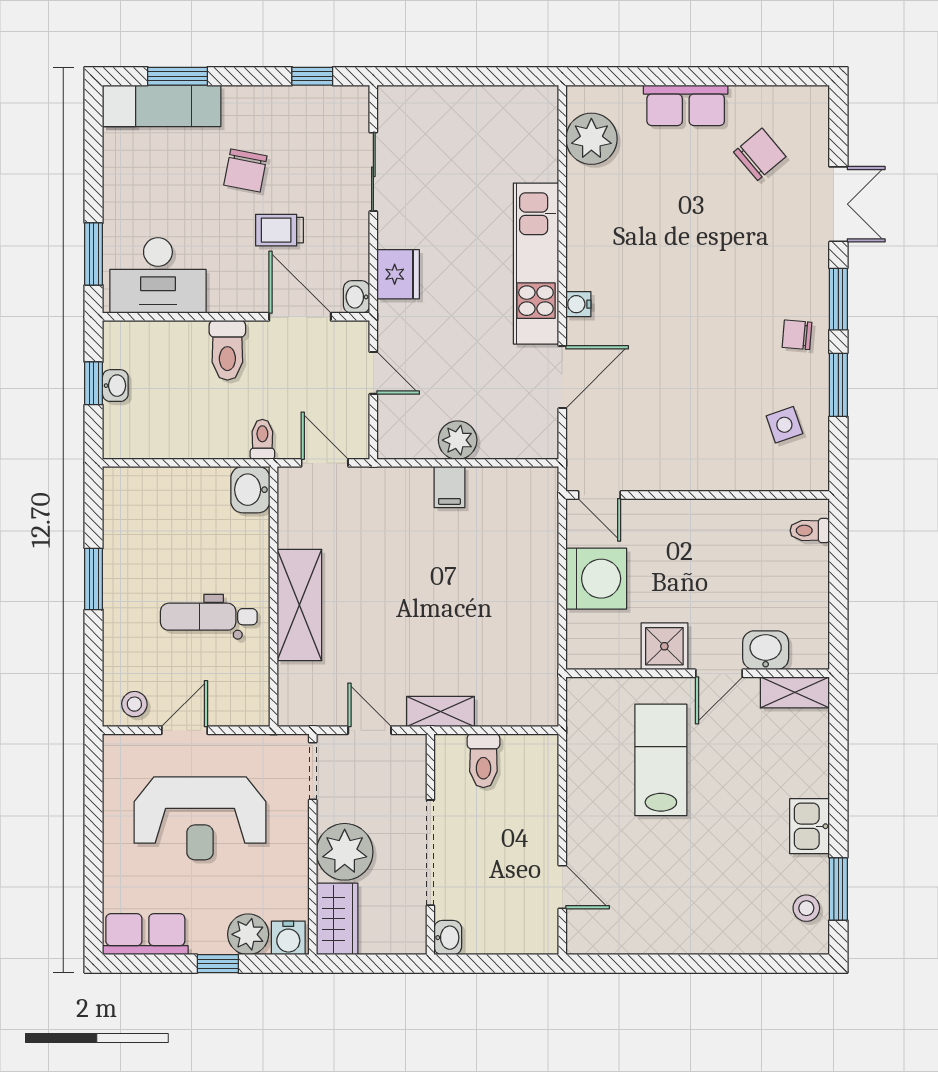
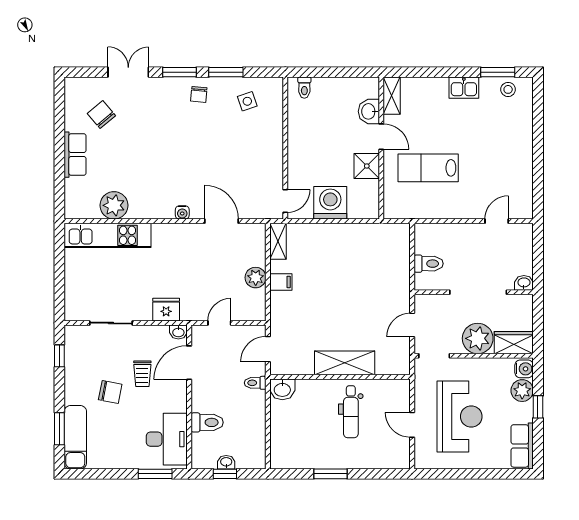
plant: (591, 139) -> (114, 205), moved
kitchen unit: (536, 264) -> (108, 235), moved
toilet: (227, 350) -> (207, 422), moved
stool: (134, 704) -> (398, 452), removed
shelving: (440, 711) -> (278, 241), moved

